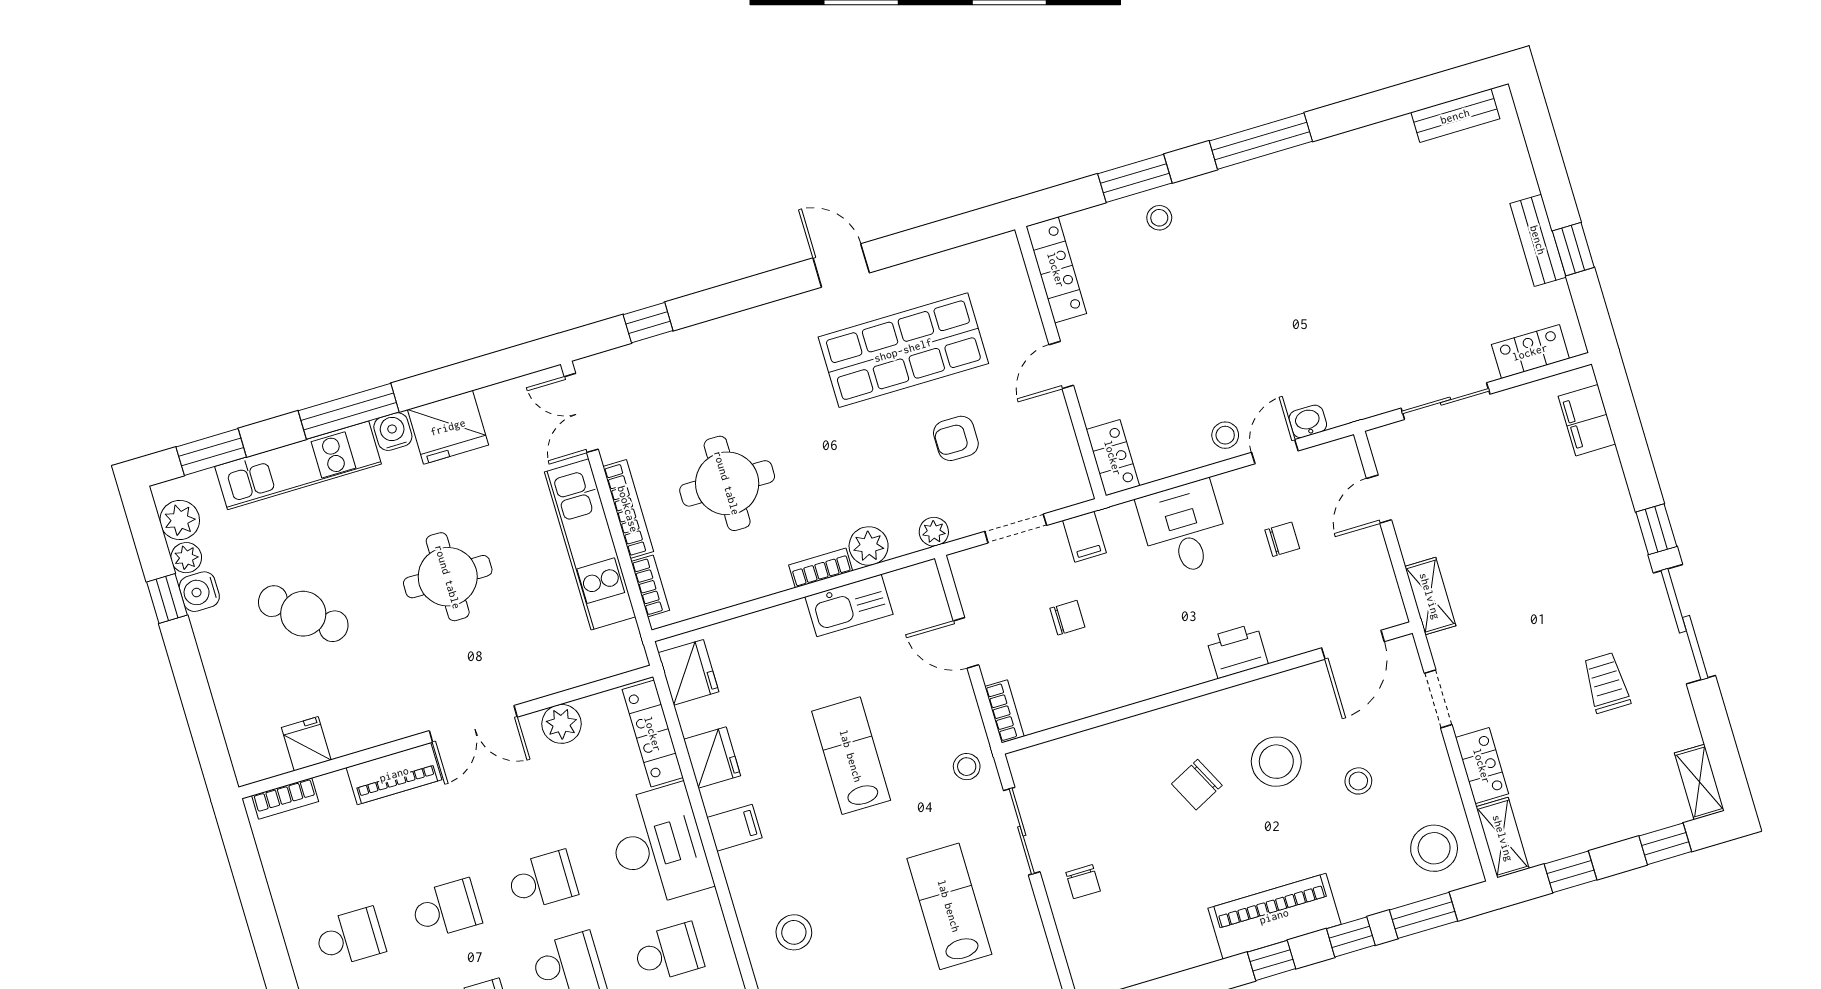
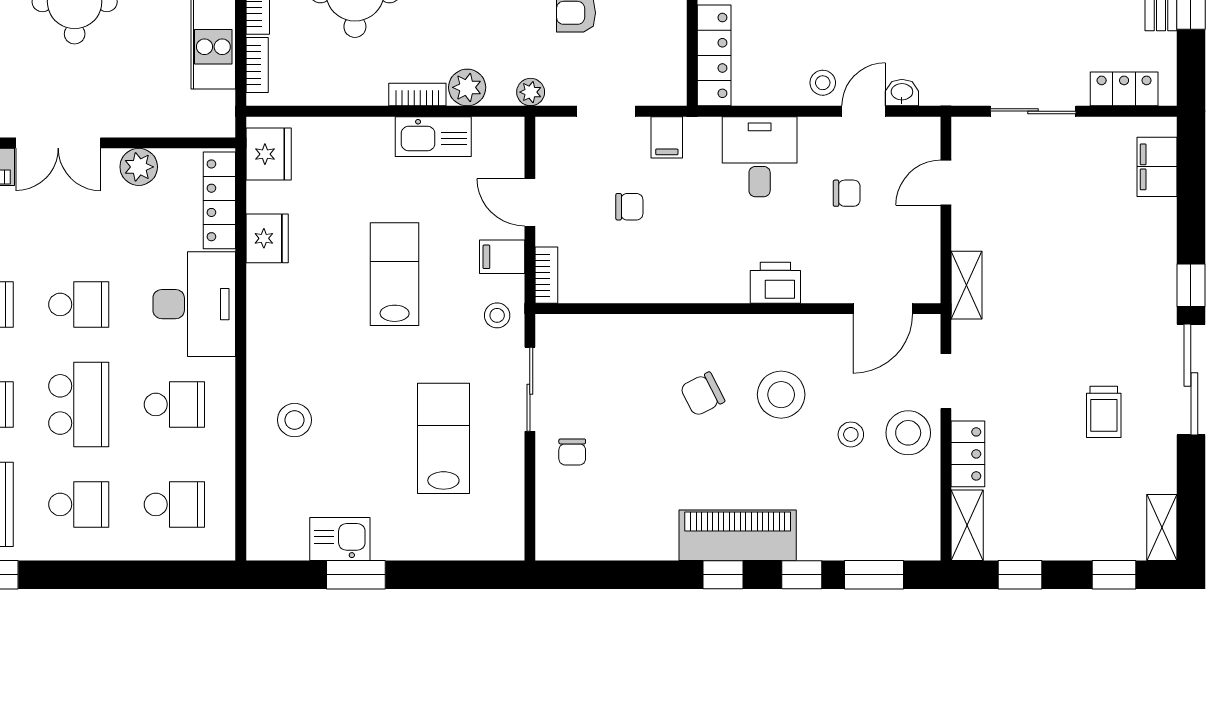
locker: (1113, 458) -> (714, 55), width x1.53
trolley: (1606, 683) -> (1104, 412), turned 180
filing cabinet: (734, 828) -> (502, 257), moved, turned 180
stool: (1434, 848) -> (908, 433), moved

